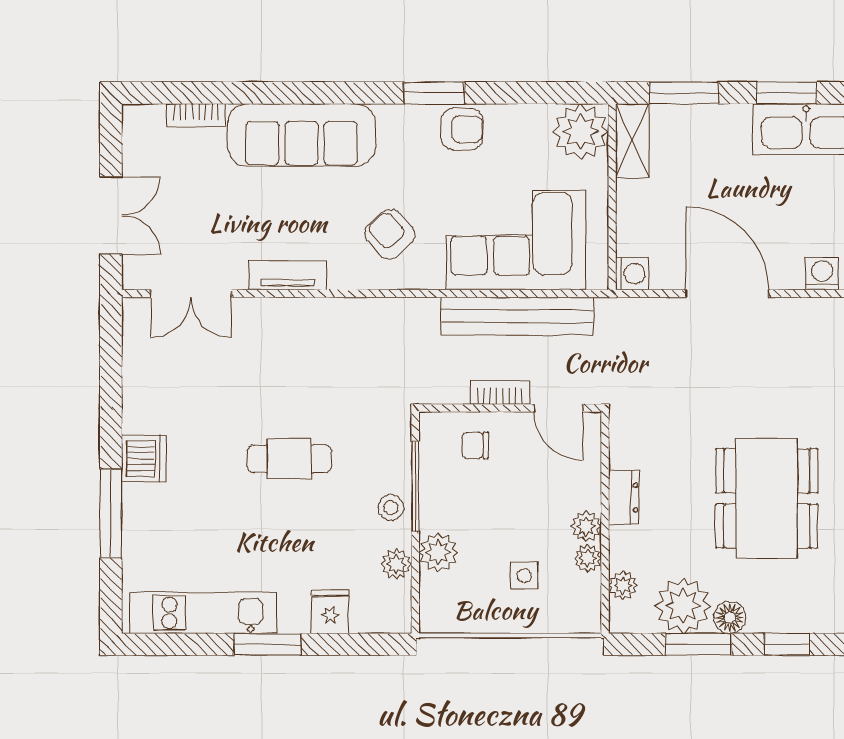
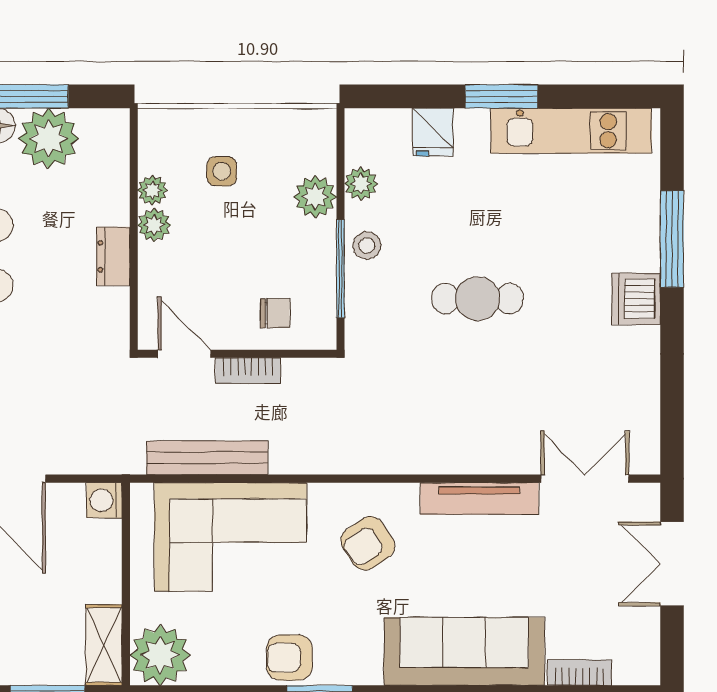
armchair: (390, 234) -> (368, 543), turned 98
tv unit: (288, 275) -> (479, 499), width x1.41
bench: (517, 316) -> (207, 458), width x0.73, depth x0.82
plant: (623, 585) -> (114, 161), removed

